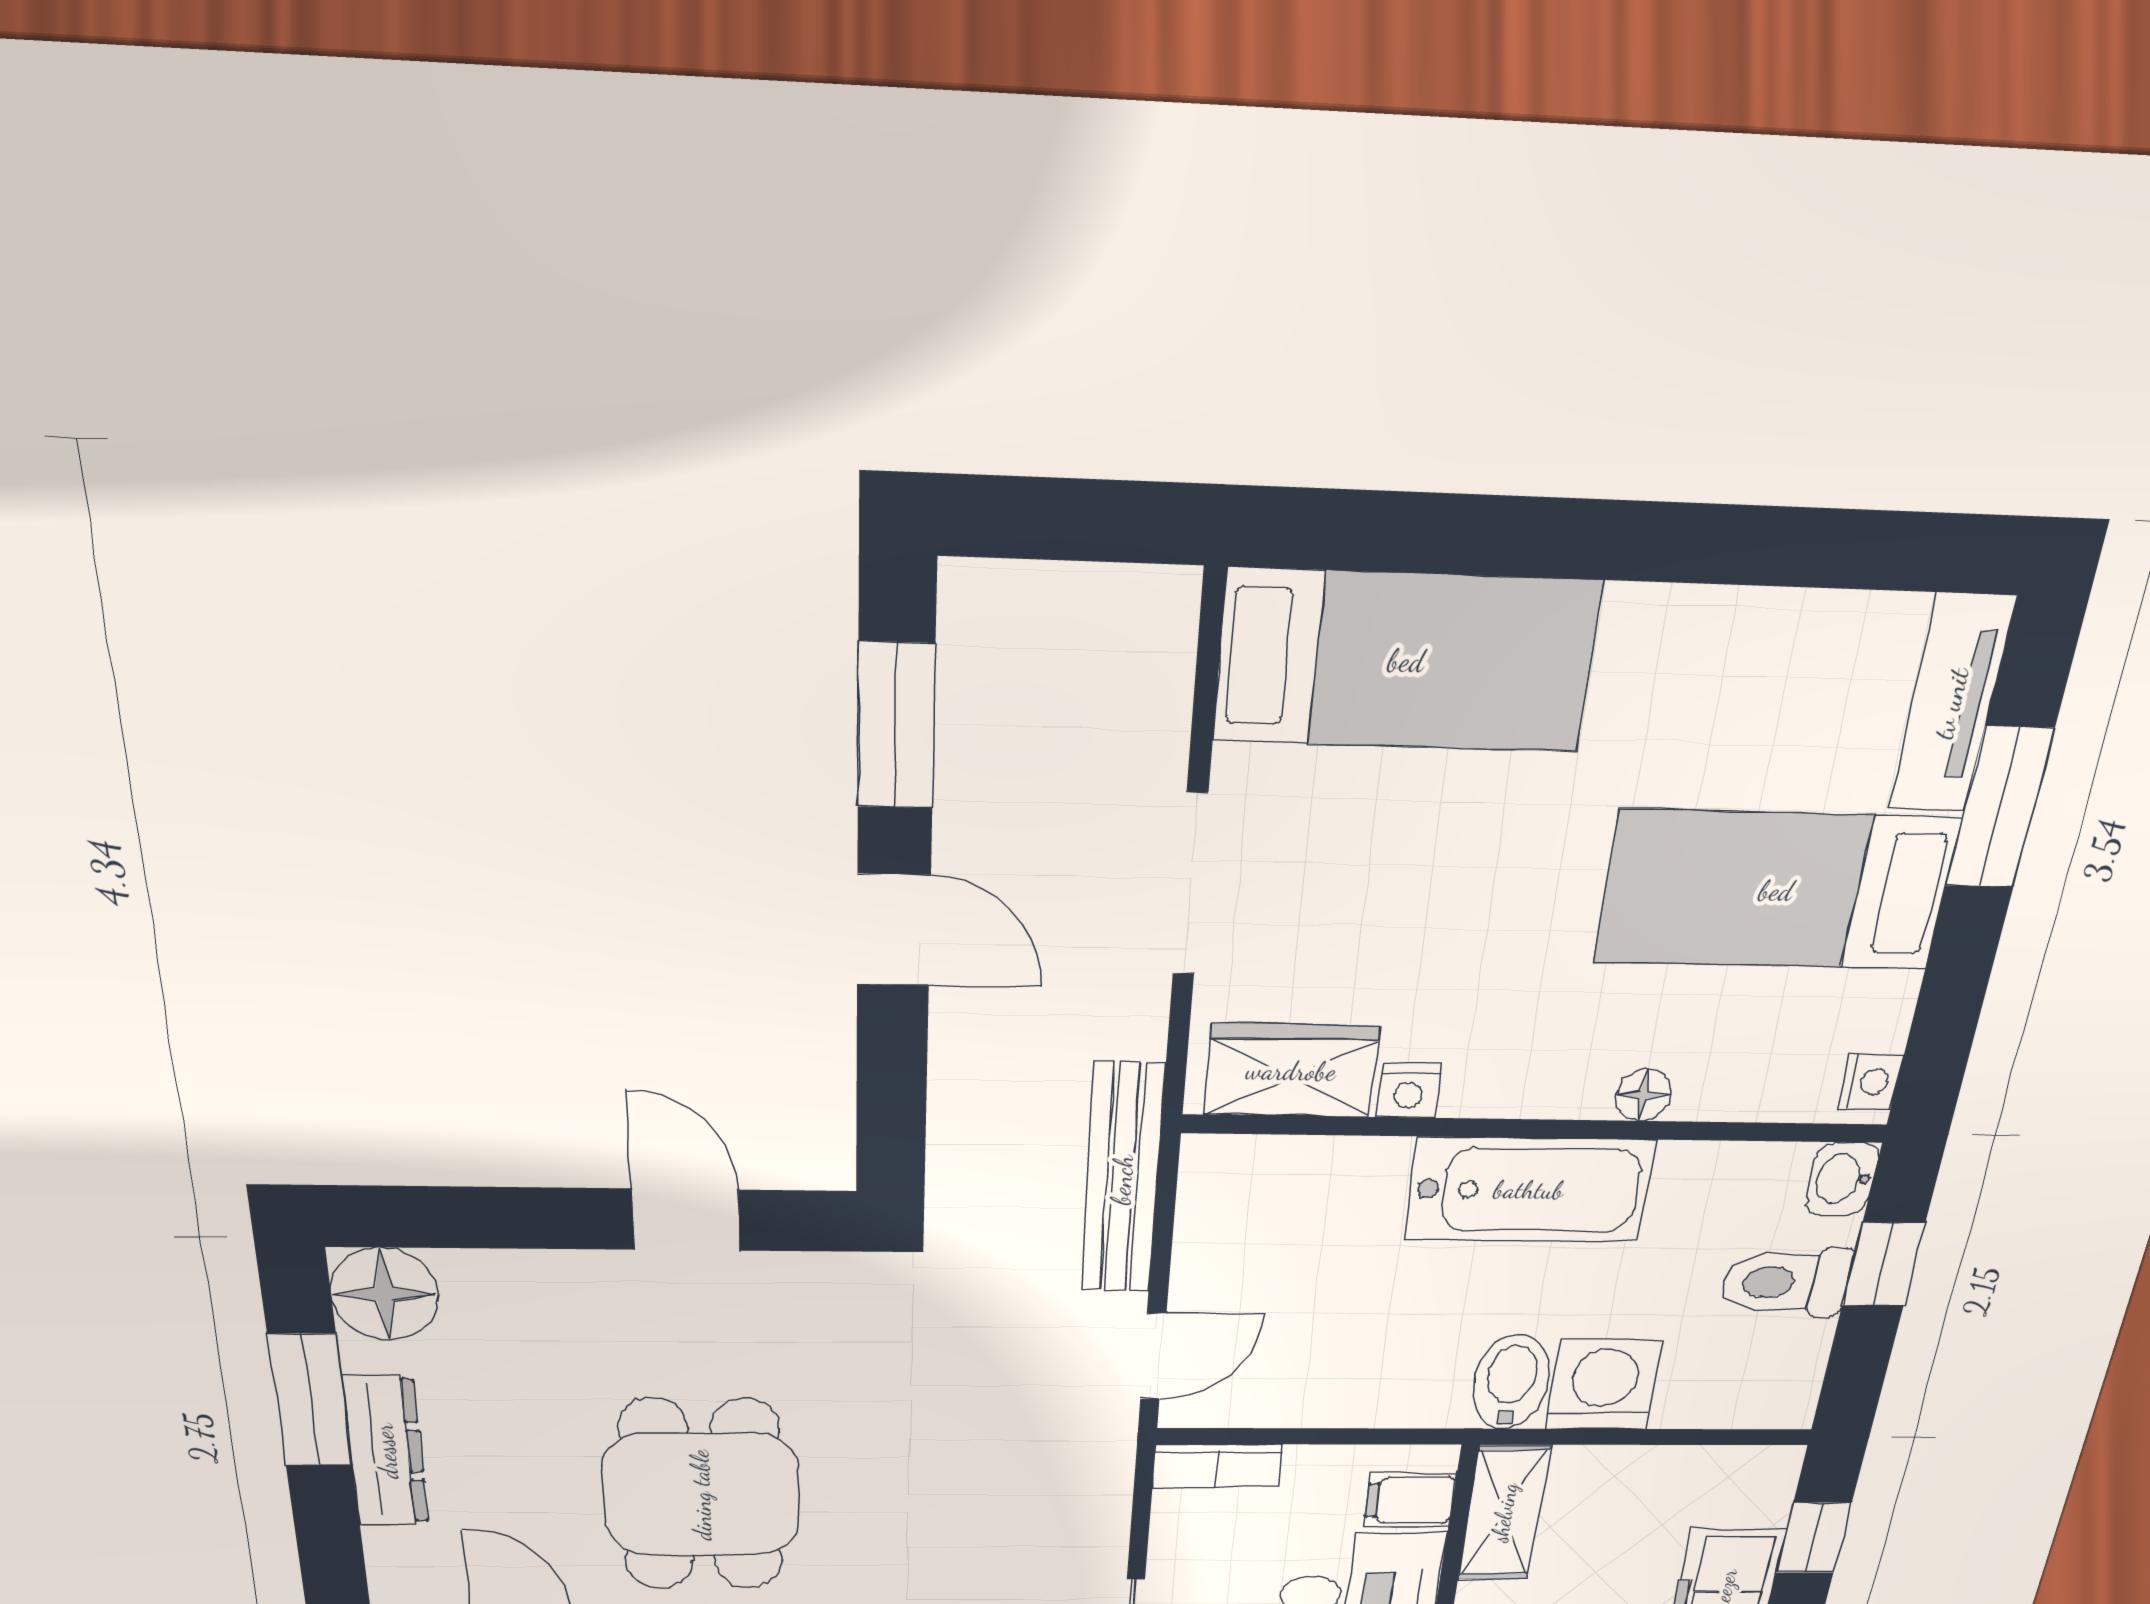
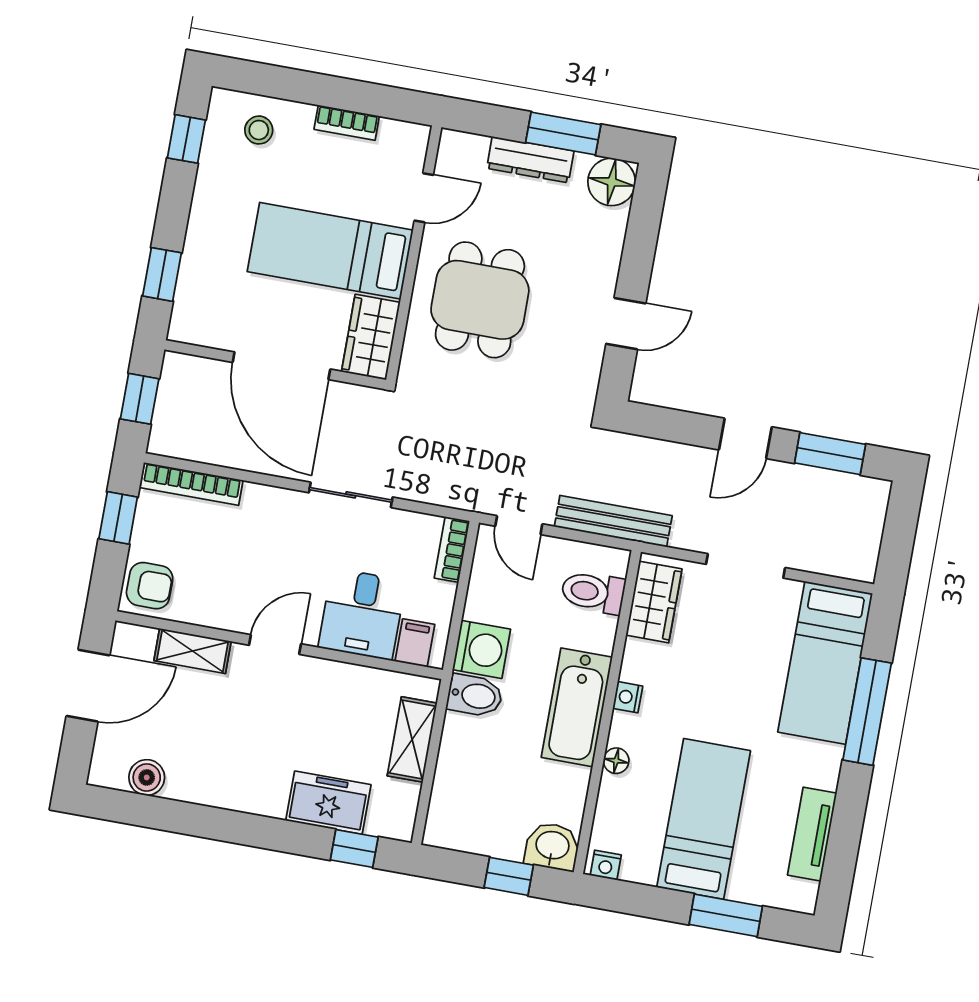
window: (1521, 537) -> (867, 712), added
tv unit: (1951, 704) -> (812, 834), moved, turned -90
nightstand: (1409, 1091) -> (628, 697), moved
washbasin: (1842, 1179) -> (552, 846), width x1.38, depth x1.45
toilet: (1786, 1282) -> (593, 592), moved, turned -90
washing machine: (1604, 1385) -> (482, 649), moved
dining table: (701, 1495) -> (480, 300), turned 90
shelving: (1504, 1513) -> (412, 739), moved, turned 90

